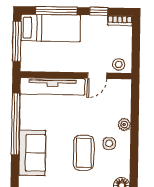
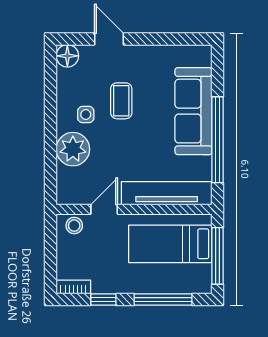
bed: (51, 28) -> (170, 244), moved
plant: (124, 125) -> (73, 149), width x1.88, depth x1.88
sofa: (32, 153) -> (193, 111), width x1.36
coffee table: (84, 153) -> (121, 101), width x0.73, depth x0.77

